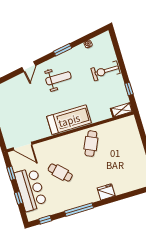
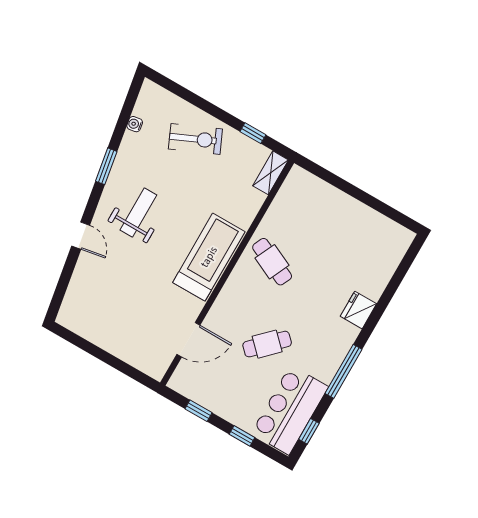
exercise bike: (105, 71) -> (195, 139), turned -114
door: (23, 146) -> (188, 340), moved
bar counter: (31, 189) -> (290, 410), moved, turned -90

